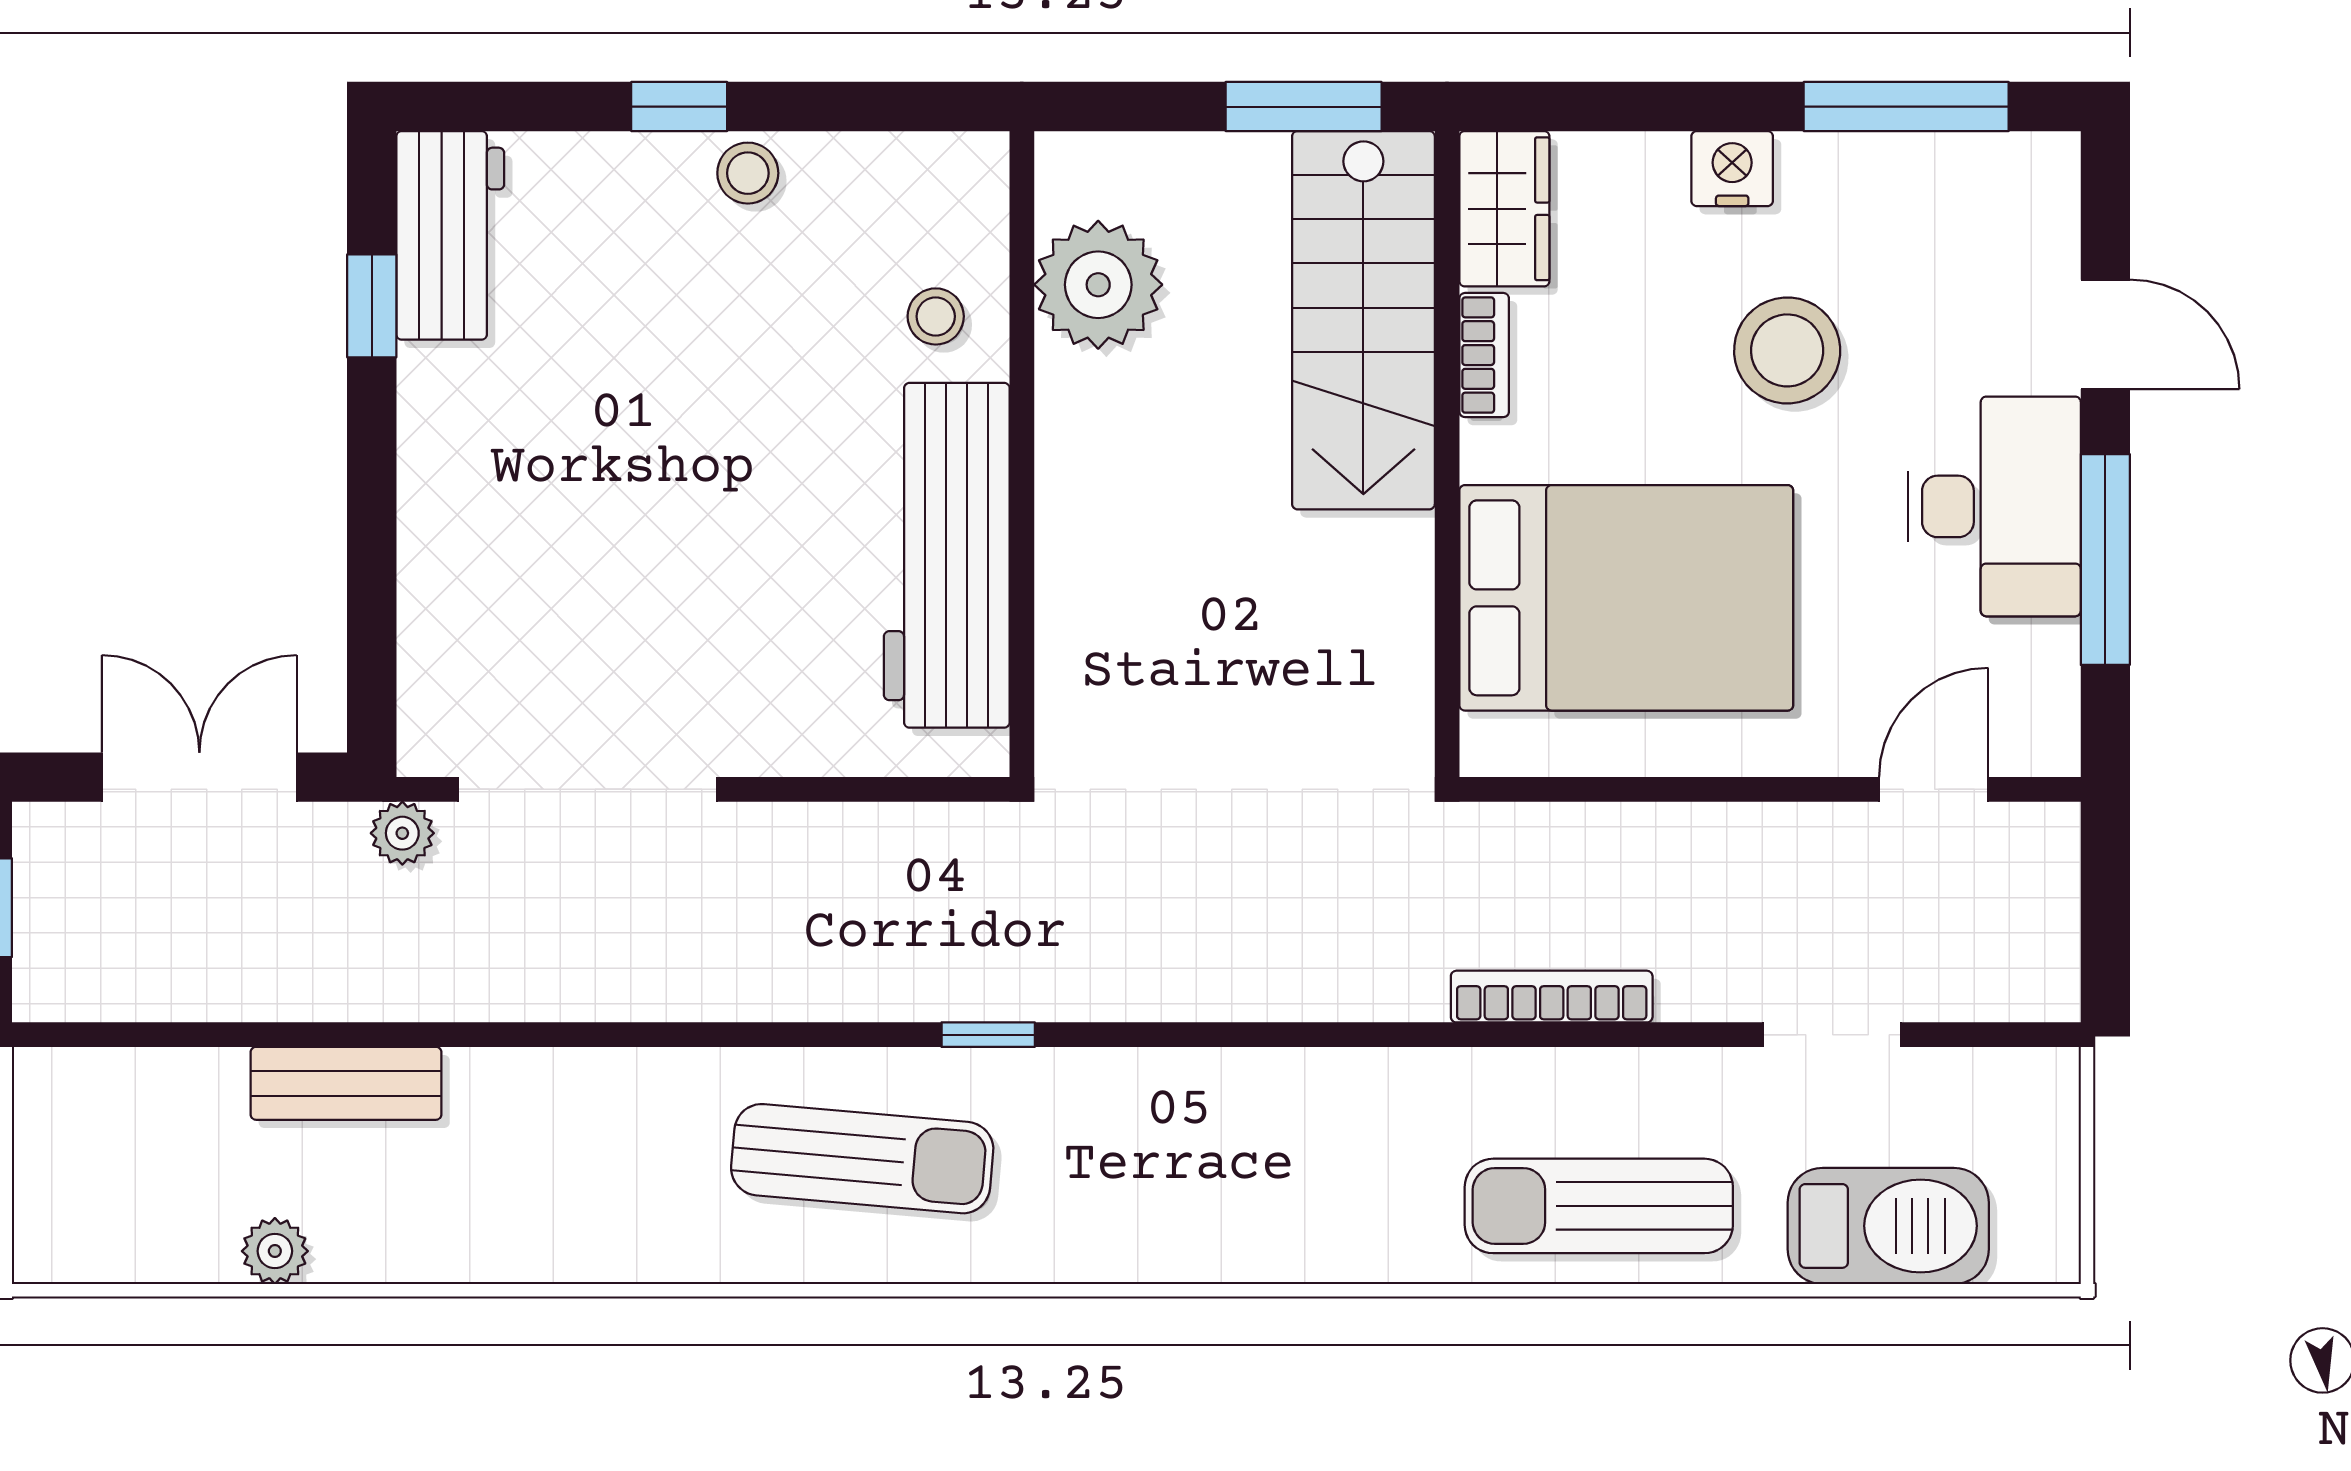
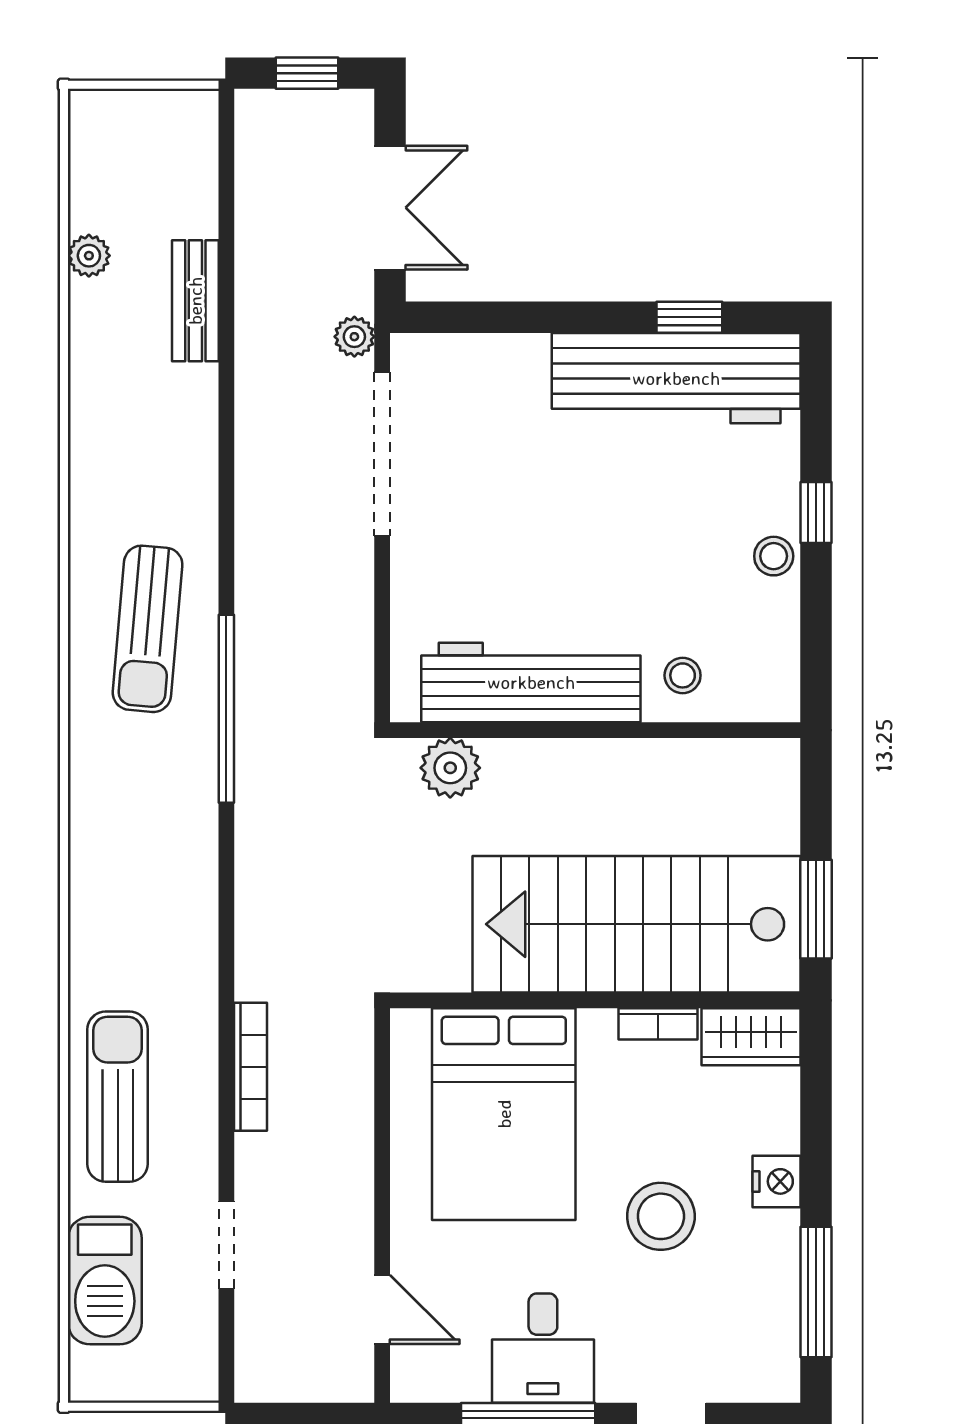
workbench: (450, 235) -> (676, 378), width x1.88, depth x1.32
plant: (1098, 285) -> (450, 768), moved, width x0.73, depth x0.73
stairs: (1363, 320) -> (637, 924), width x1.36, depth x1.51
desk: (1995, 506) -> (543, 1348), width x0.73
window: (988, 1035) -> (226, 709), width x3.17

